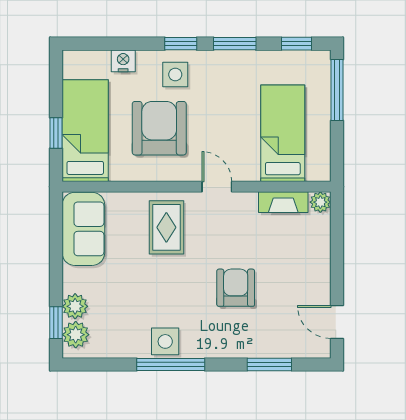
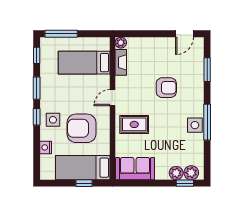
armchair: (236, 288) -> (166, 88), turned 180

